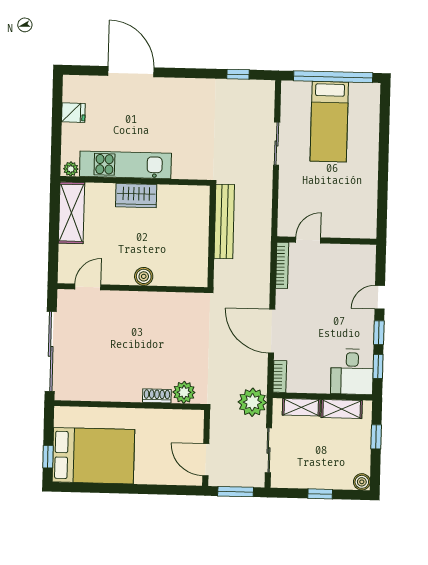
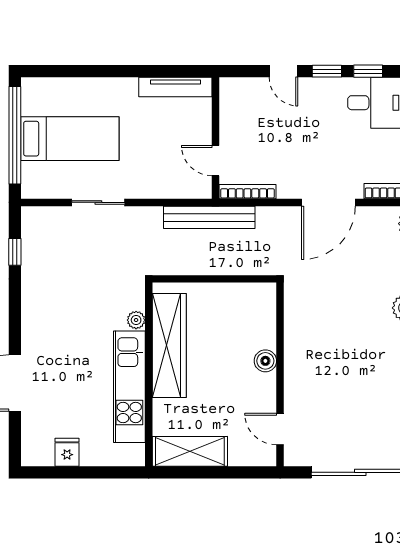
plant: (71, 169) -> (136, 320), moved
wardrobe: (136, 196) -> (169, 345), width x2.10, depth x1.17
tv unit: (369, 209) -> (175, 87), added
bench: (224, 221) -> (209, 217), moved

